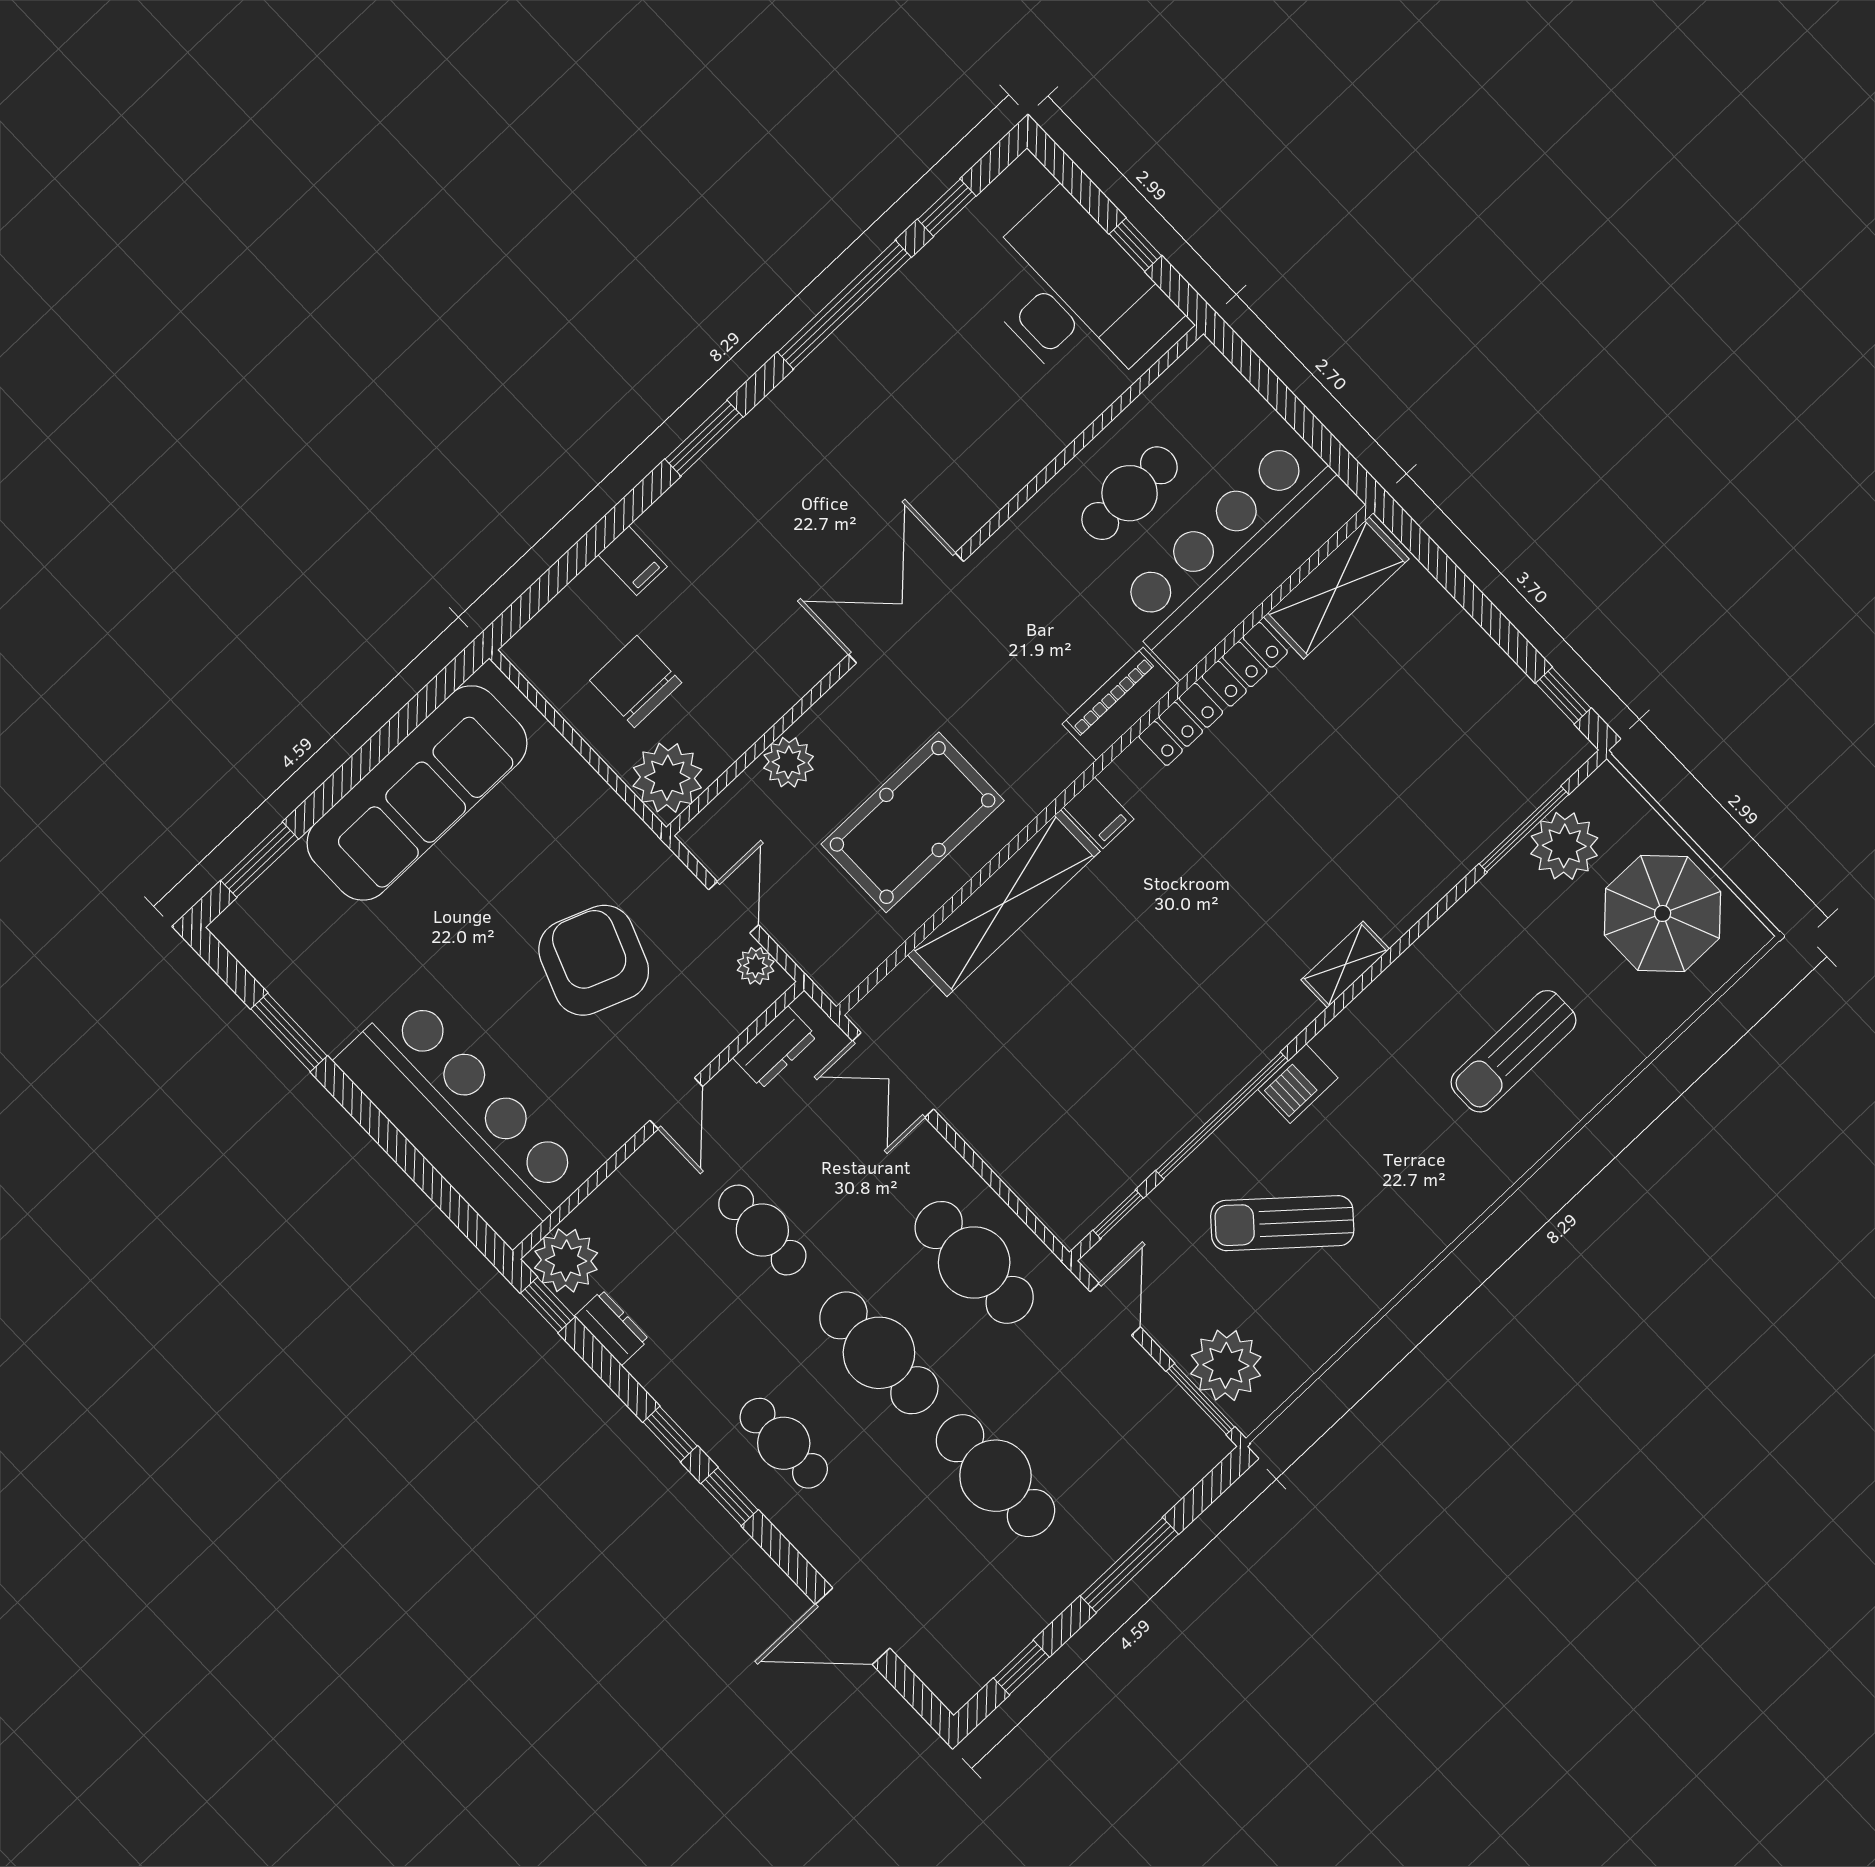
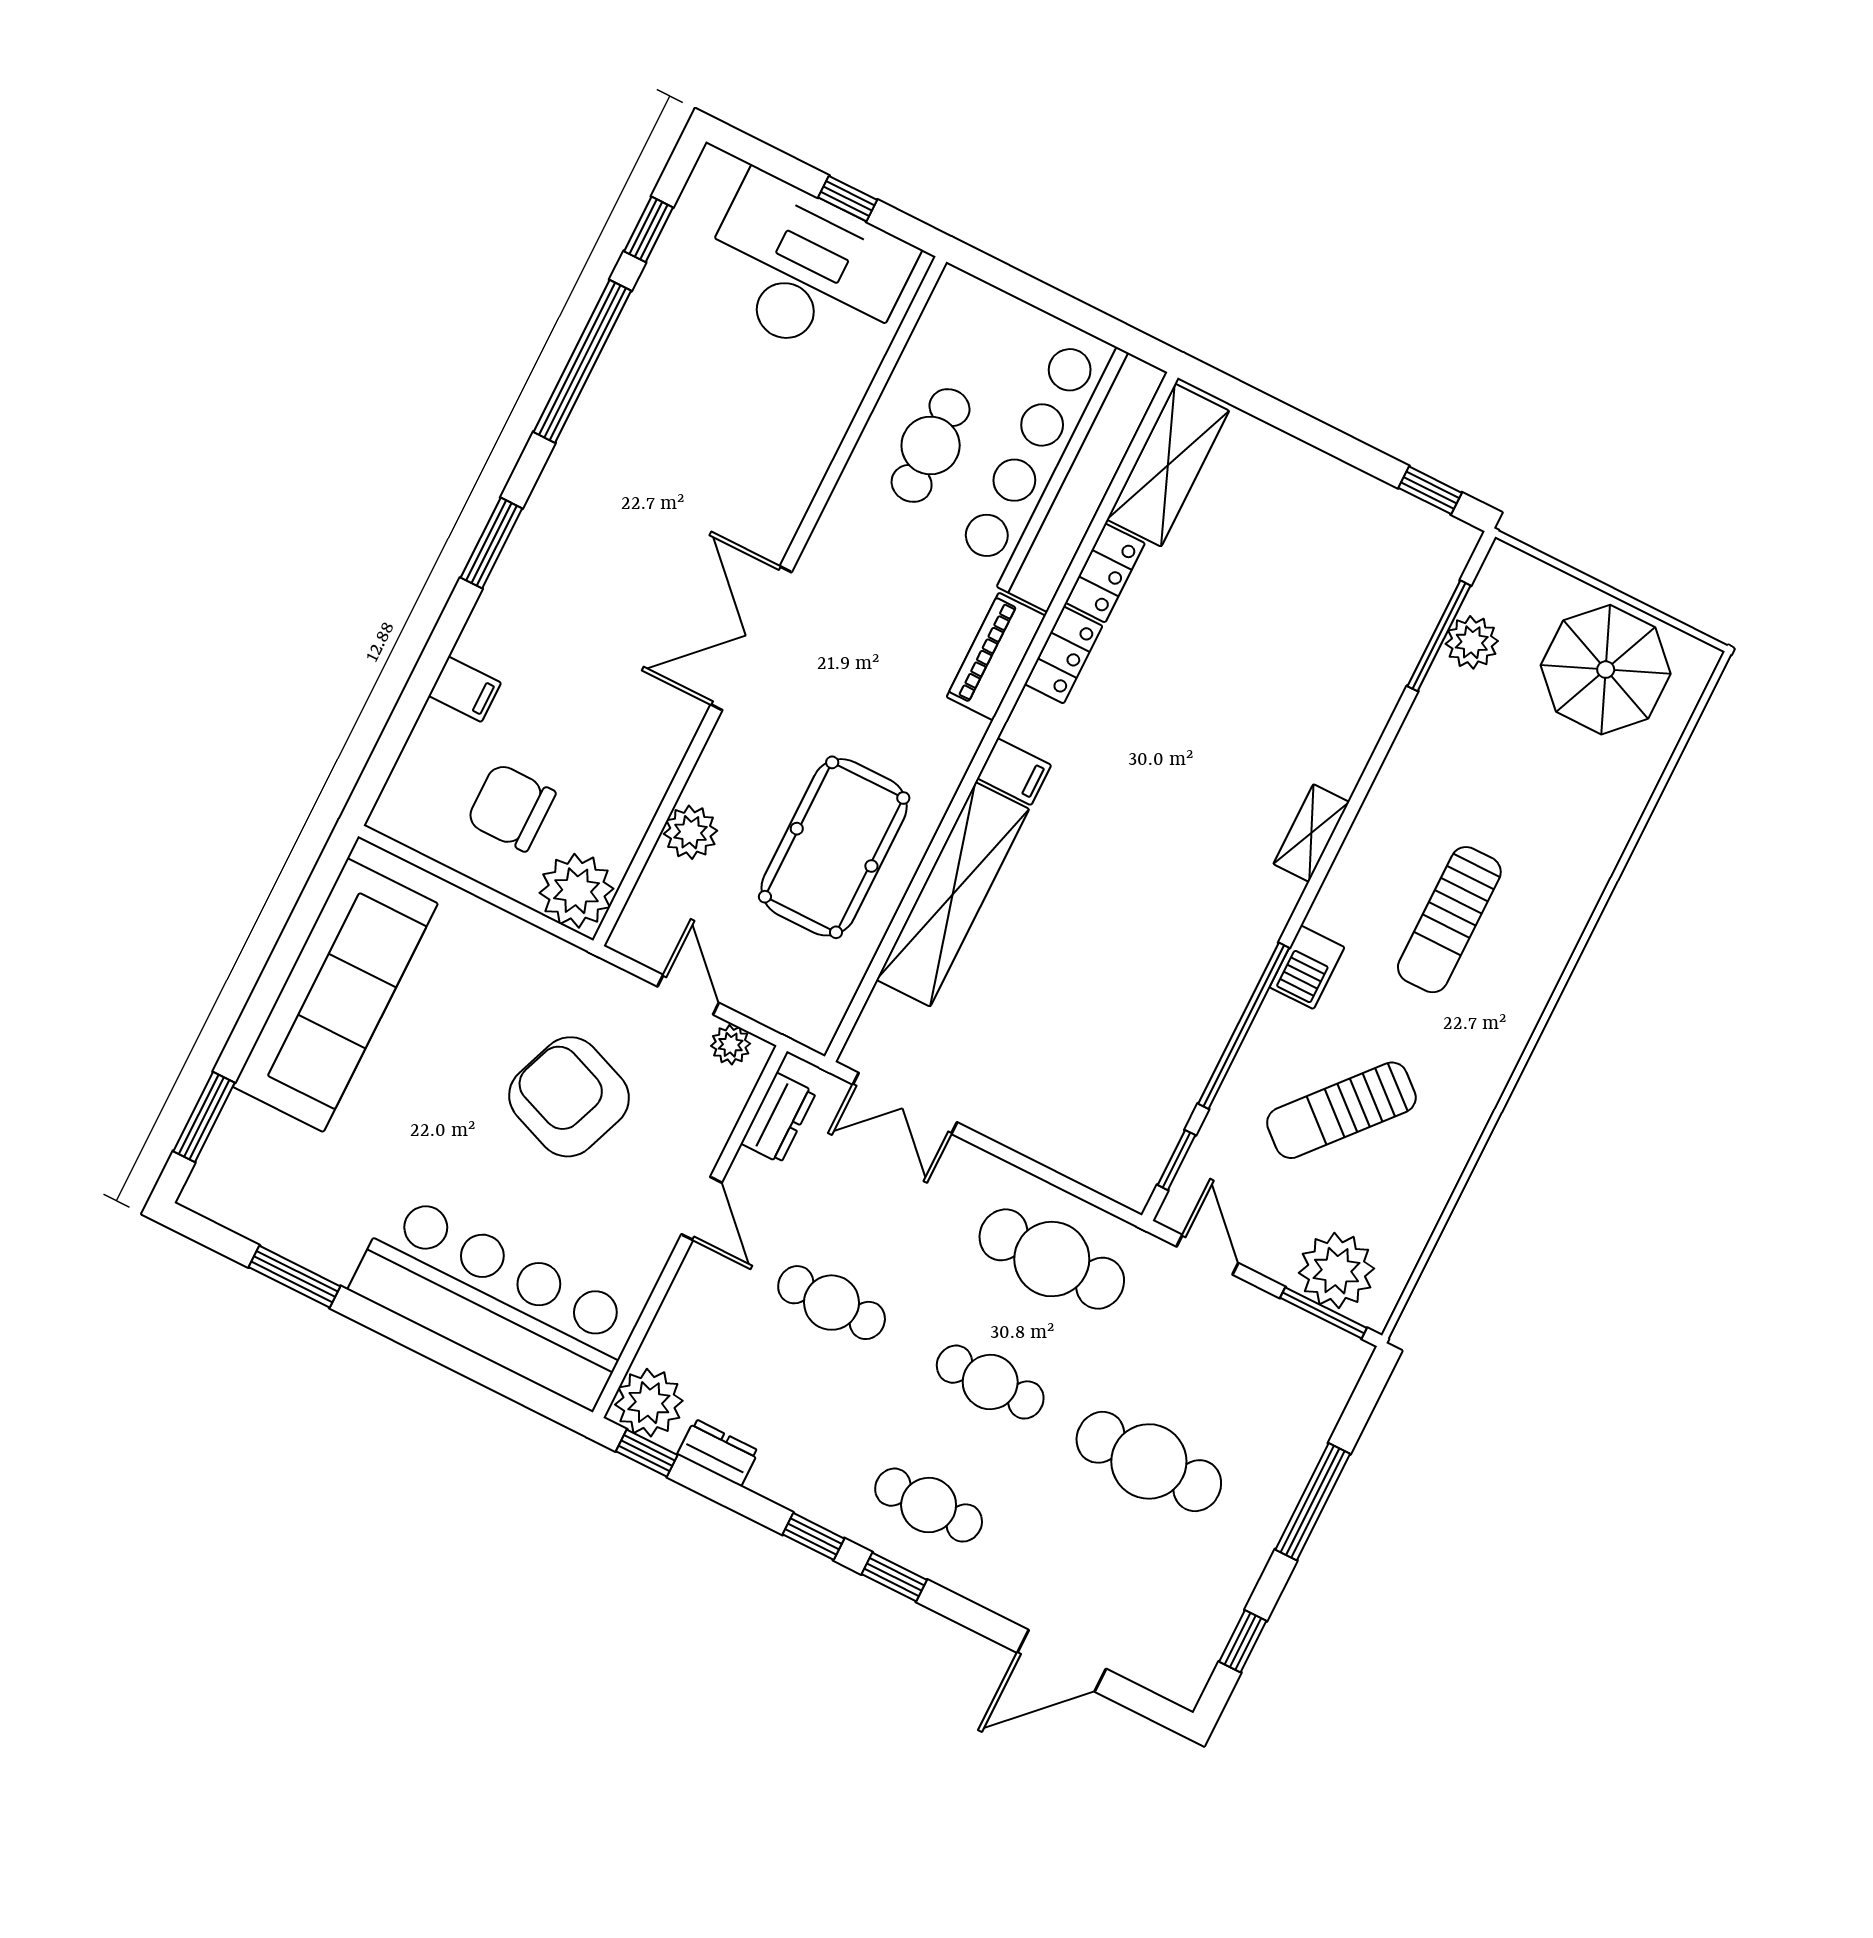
plant: (1564, 846) -> (1472, 642), width x0.73, depth x0.73
sun lounger: (1513, 1051) -> (1449, 920), moved
cafe table: (879, 1353) -> (990, 1382), width x0.73, depth x0.74

